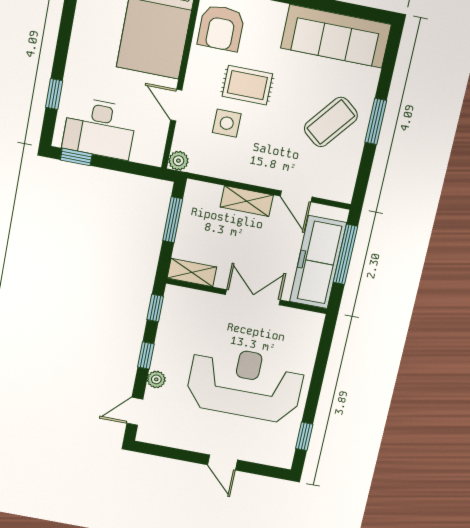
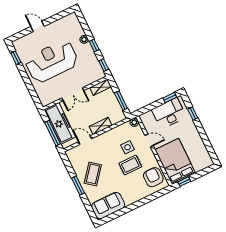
sofa: (336, 36) -> (108, 206), width x0.73
reception desk: (245, 384) -> (52, 61), turned 180
door: (135, 411) -> (83, 22), removed

